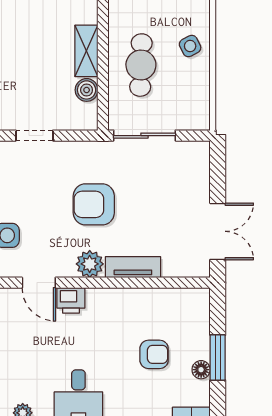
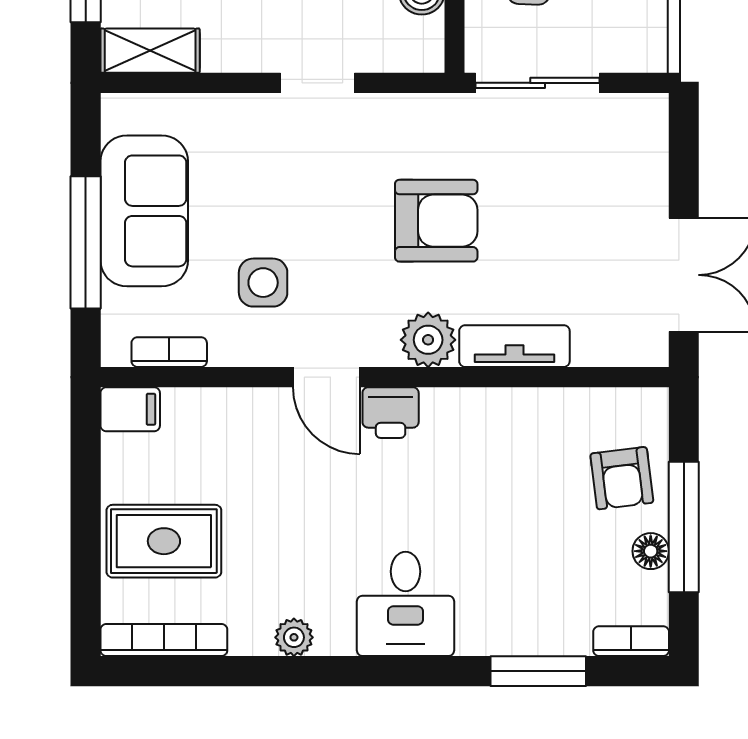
armchair: (94, 204) -> (436, 221), turned 180
armchair: (154, 354) -> (622, 478), moved, turned 83
window: (218, 358) -> (684, 527), width x1.44

